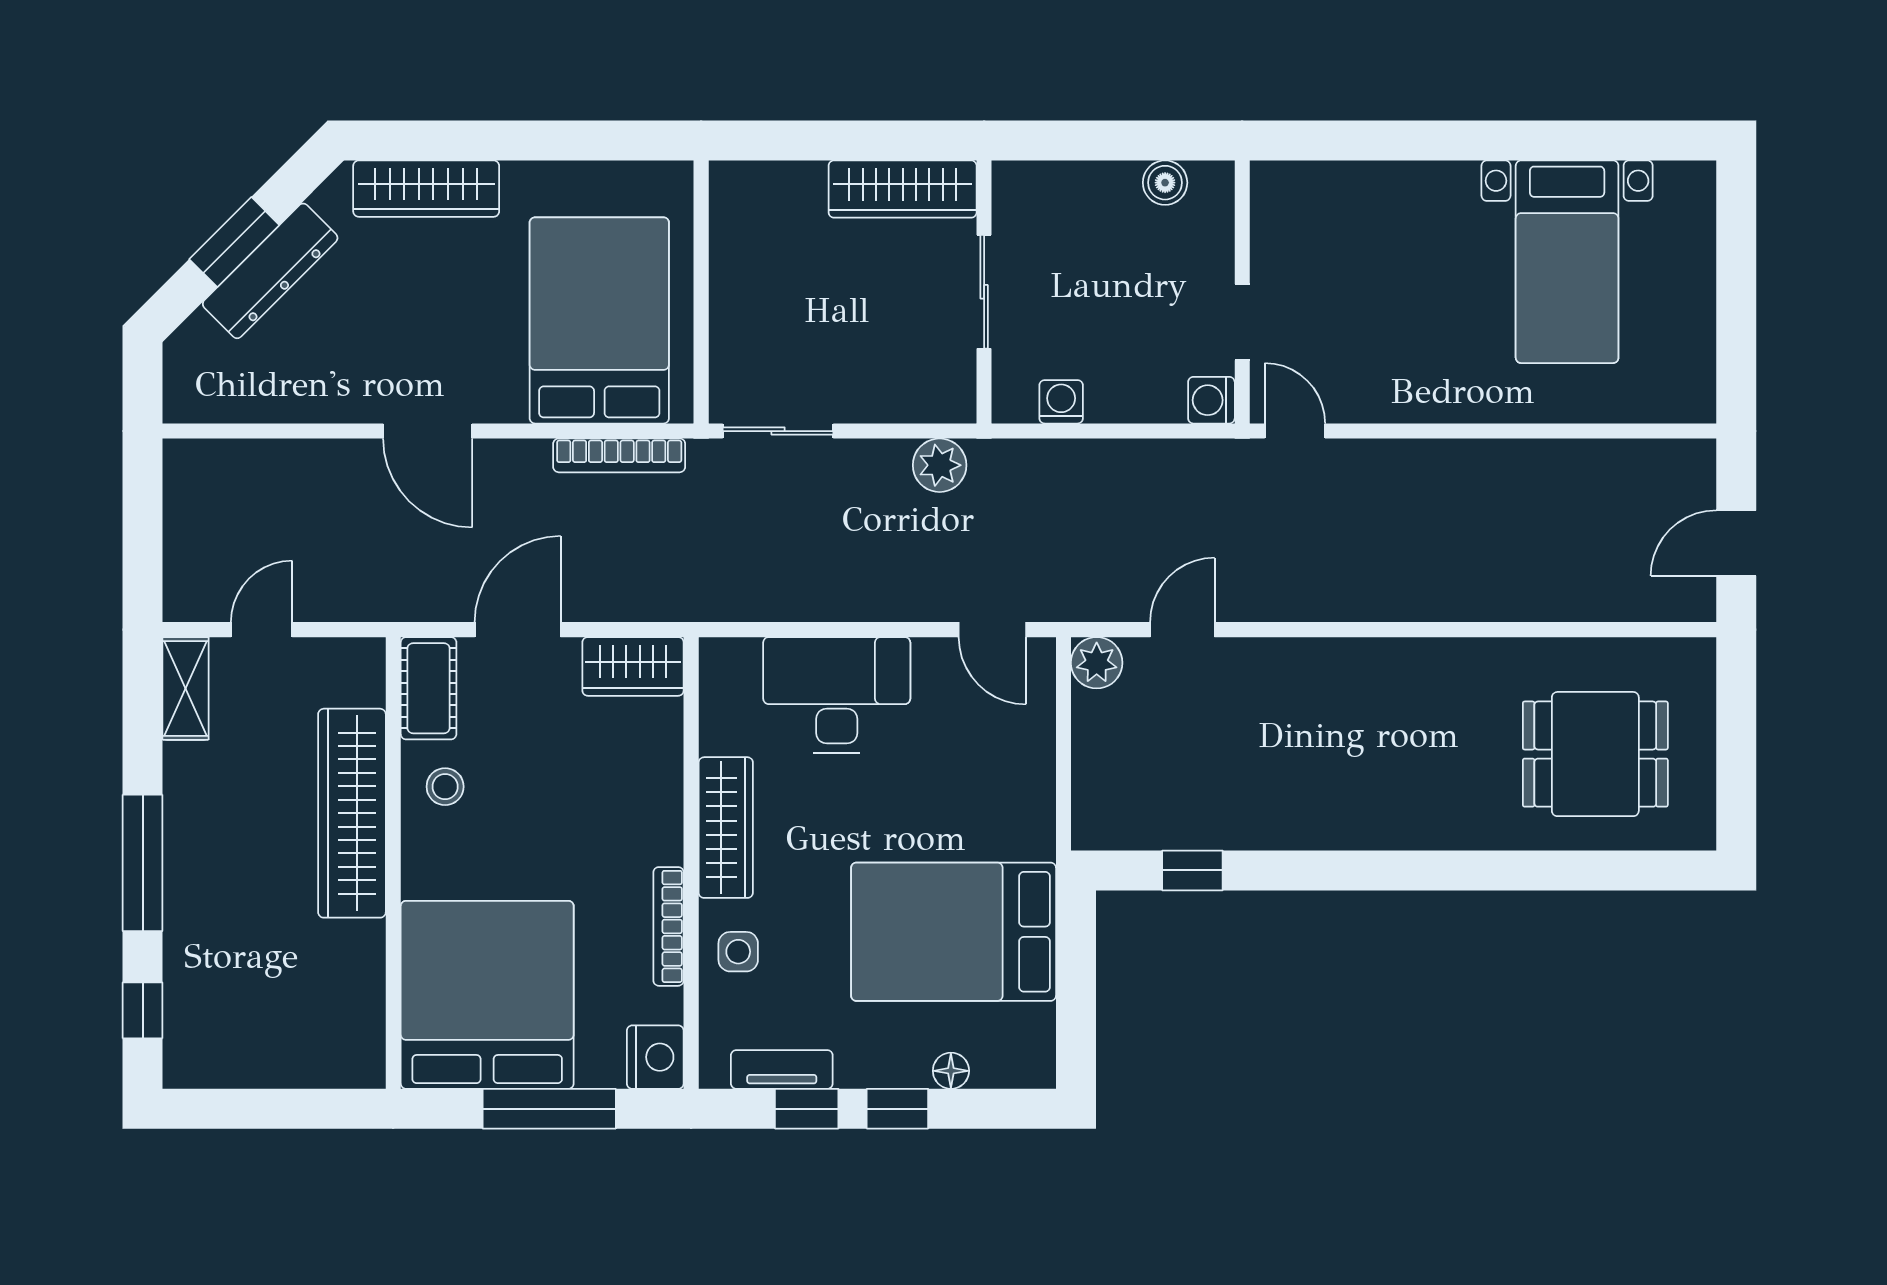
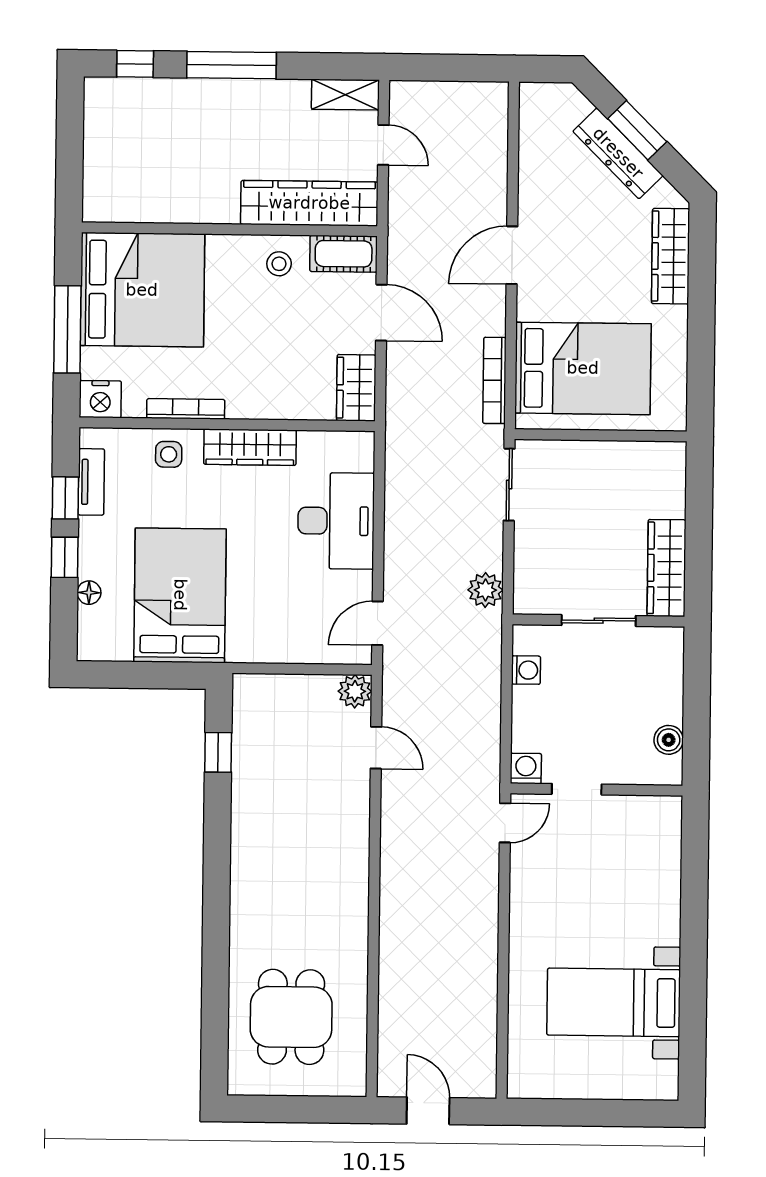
wardrobe: (352, 813) -> (309, 203), moved

